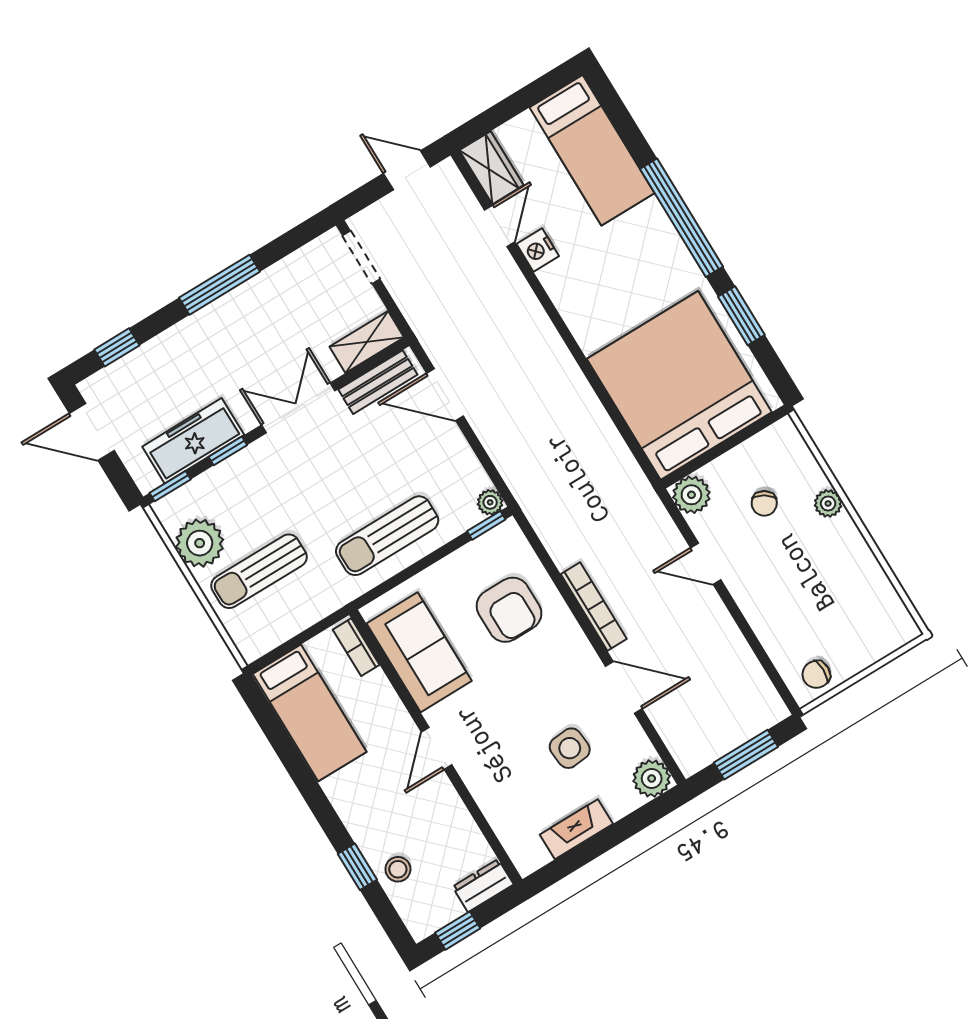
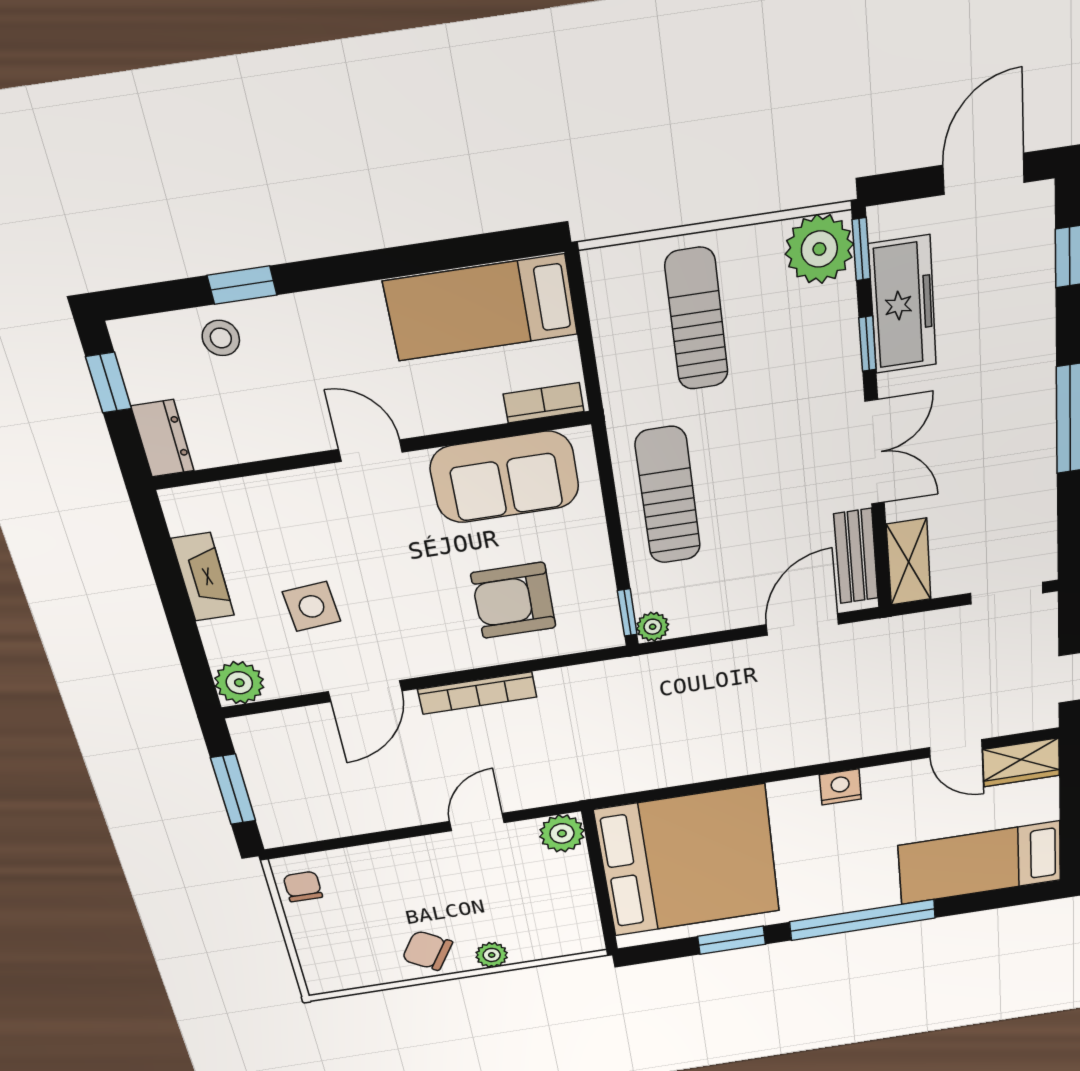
nightstand: (538, 250) -> (840, 787), moved
chair: (764, 503) -> (427, 951), moved, width x1.37, depth x1.37
plant: (200, 543) -> (819, 249), moved

